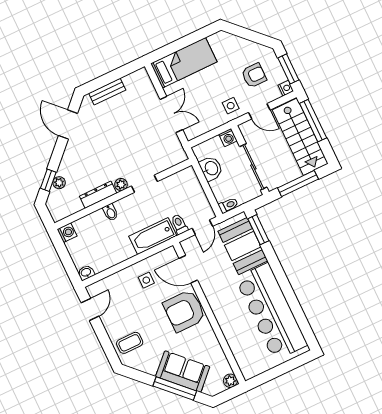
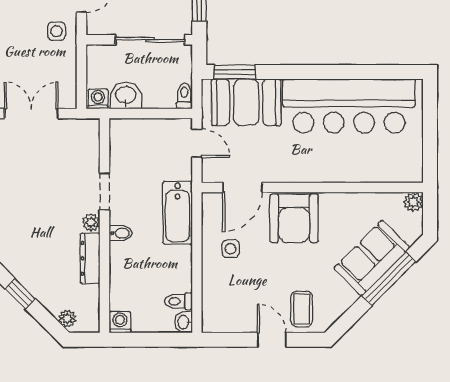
washing machine: (228, 137) -> (98, 99), moved, turned -90
window: (48, 180) -> (20, 294), moved
plant: (59, 183) -> (67, 319), moved
bidet: (110, 212) -> (121, 233), moved
toilet: (179, 224) -> (179, 301), moved
door: (90, 309) -> (272, 340), moved

